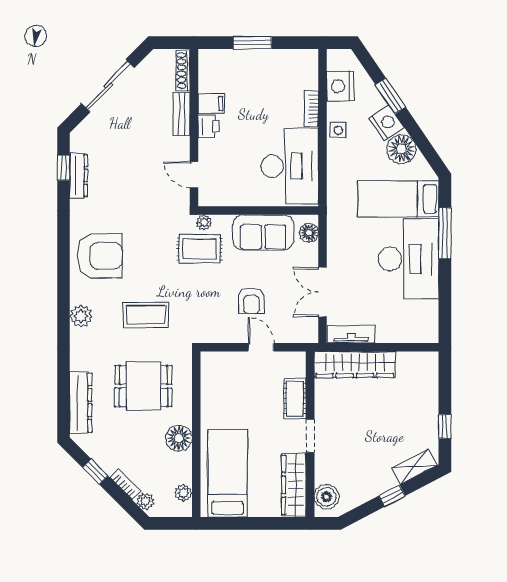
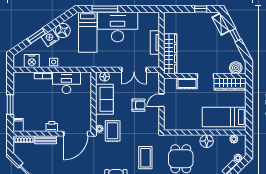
filing cabinet: (211, 103) -> (18, 125), moved
desk: (290, 166) -> (66, 83), width x0.73, depth x0.77
door: (194, 175) -> (76, 134), width x1.87
tv unit: (351, 334) -> (155, 43), moved

